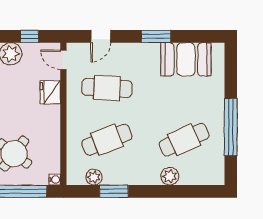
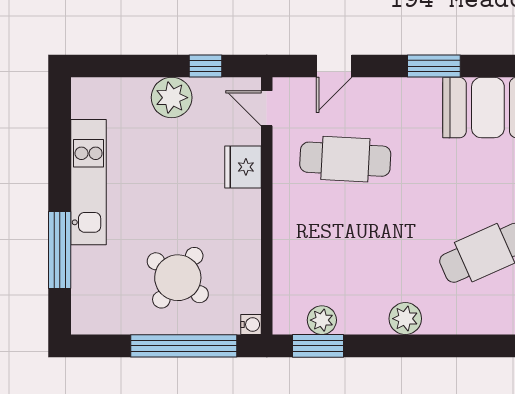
cafe table: (107, 140) -> (345, 253), removed
plant: (170, 176) -> (405, 319), moved
window: (114, 191) -> (318, 346), moved

